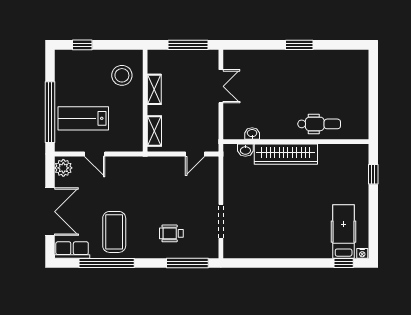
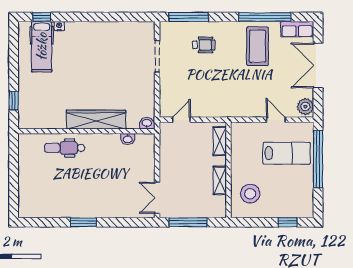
double door: (221, 86) -> (157, 198), moved
washbasin: (245, 150) -> (147, 123), moved
nightstand: (362, 253) -> (59, 26), moved

